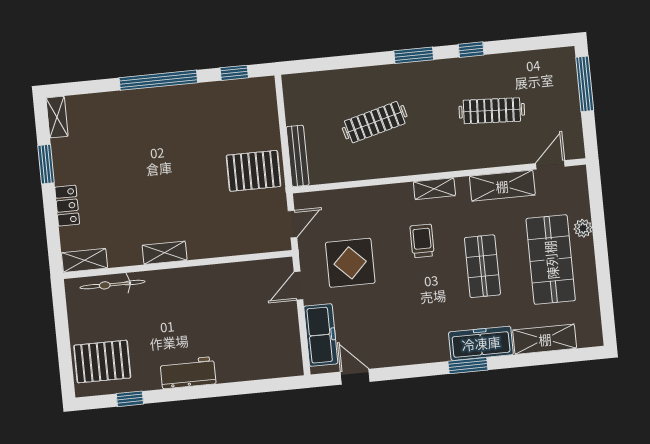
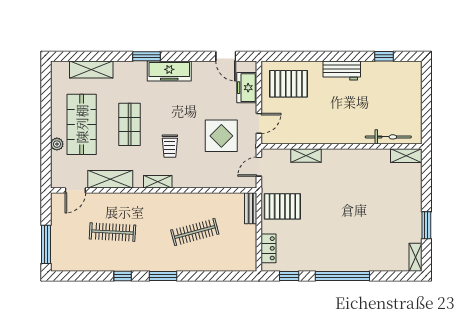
bench: (298, 156) -> (251, 208), width x0.73
locker: (67, 206) -> (269, 248), moved, turned 180
shelving: (165, 253) -> (306, 155), moved
freezer: (321, 335) -> (247, 88), width x0.71
freezer: (481, 343) -> (169, 71), moved
pallet: (102, 362) -> (288, 84), moved

